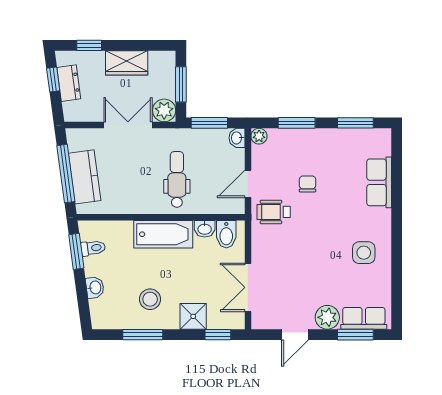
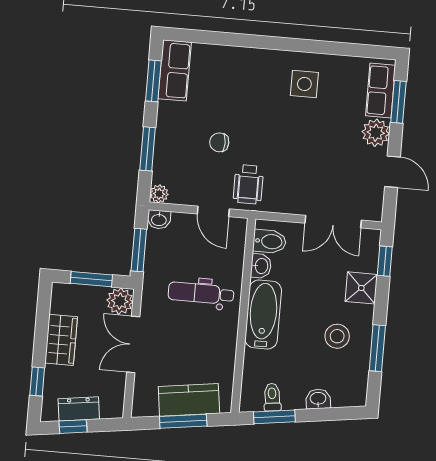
window: (66, 174) -> (183, 421), width x0.69
row of seats: (379, 182) -> (175, 70), moved, turned -90

